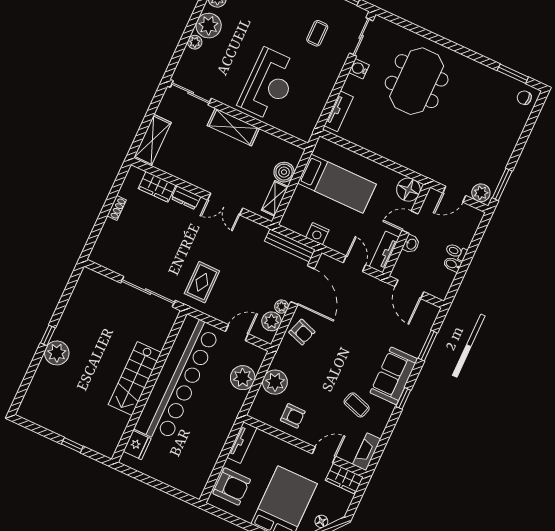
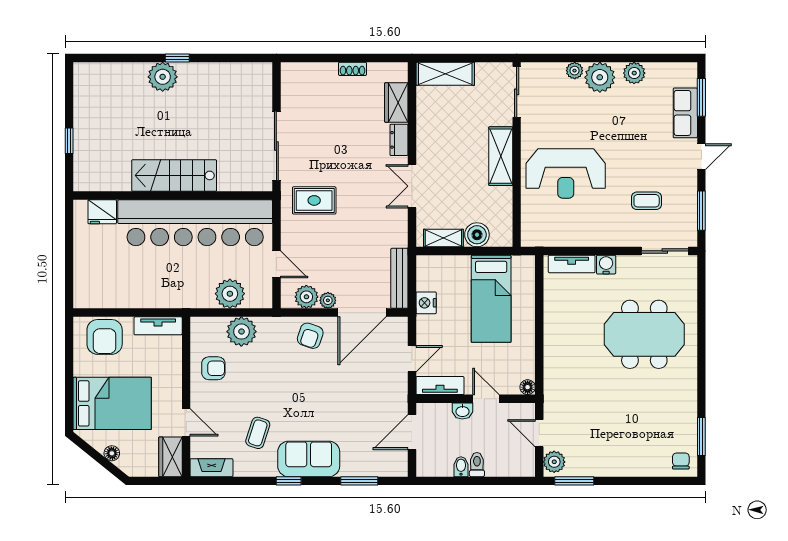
water cooler: (359, 69) -> (606, 265), moved
floor lamp: (408, 190) -> (528, 387), width x0.53, depth x0.53
armchair: (293, 416) -> (213, 368), turned -90

